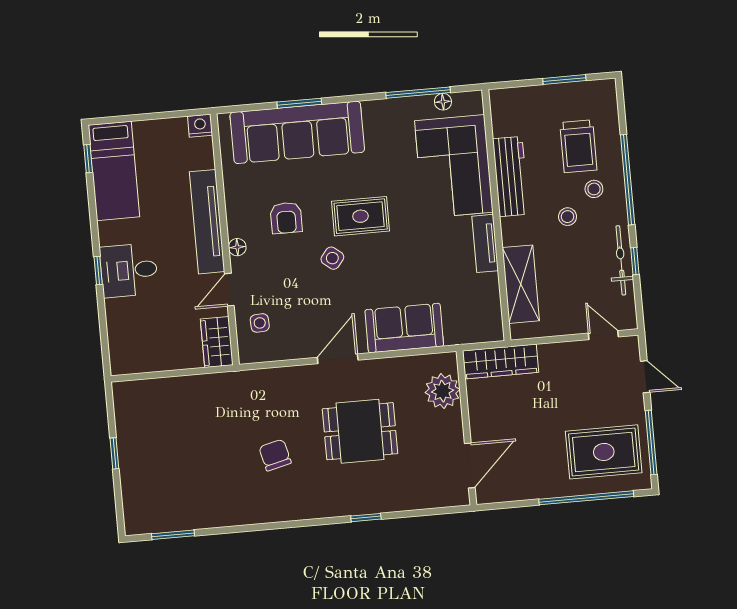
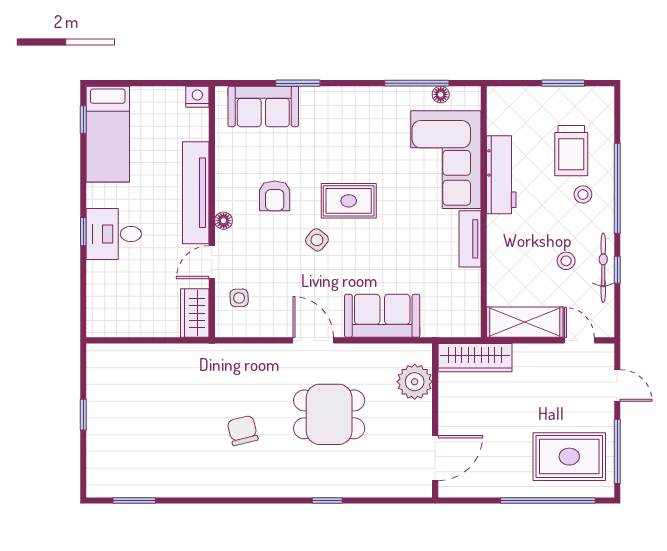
sofa: (297, 132) -> (263, 106), width x0.54, depth x0.79
stool: (568, 217) -> (566, 261), moved
shelving: (521, 284) -> (525, 322), moved, turned 90
door: (338, 359) -> (313, 340), hinge flipped

